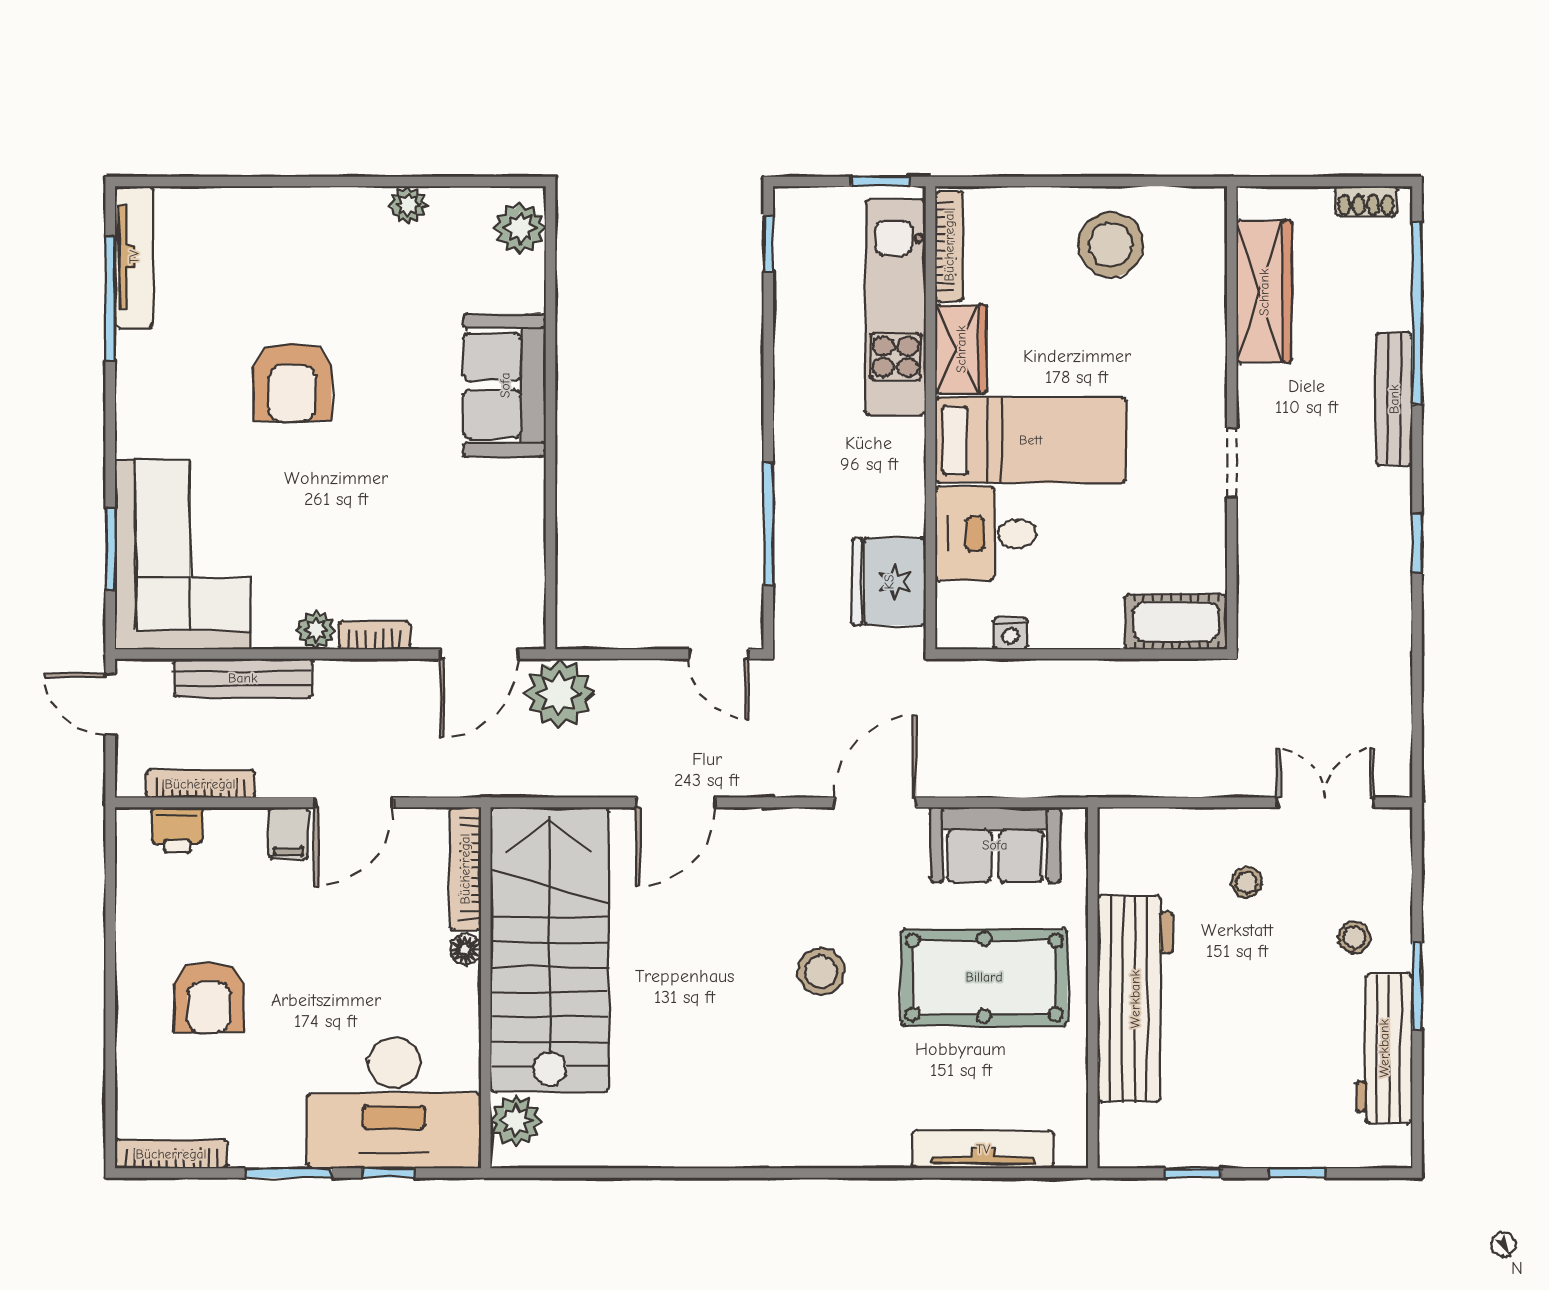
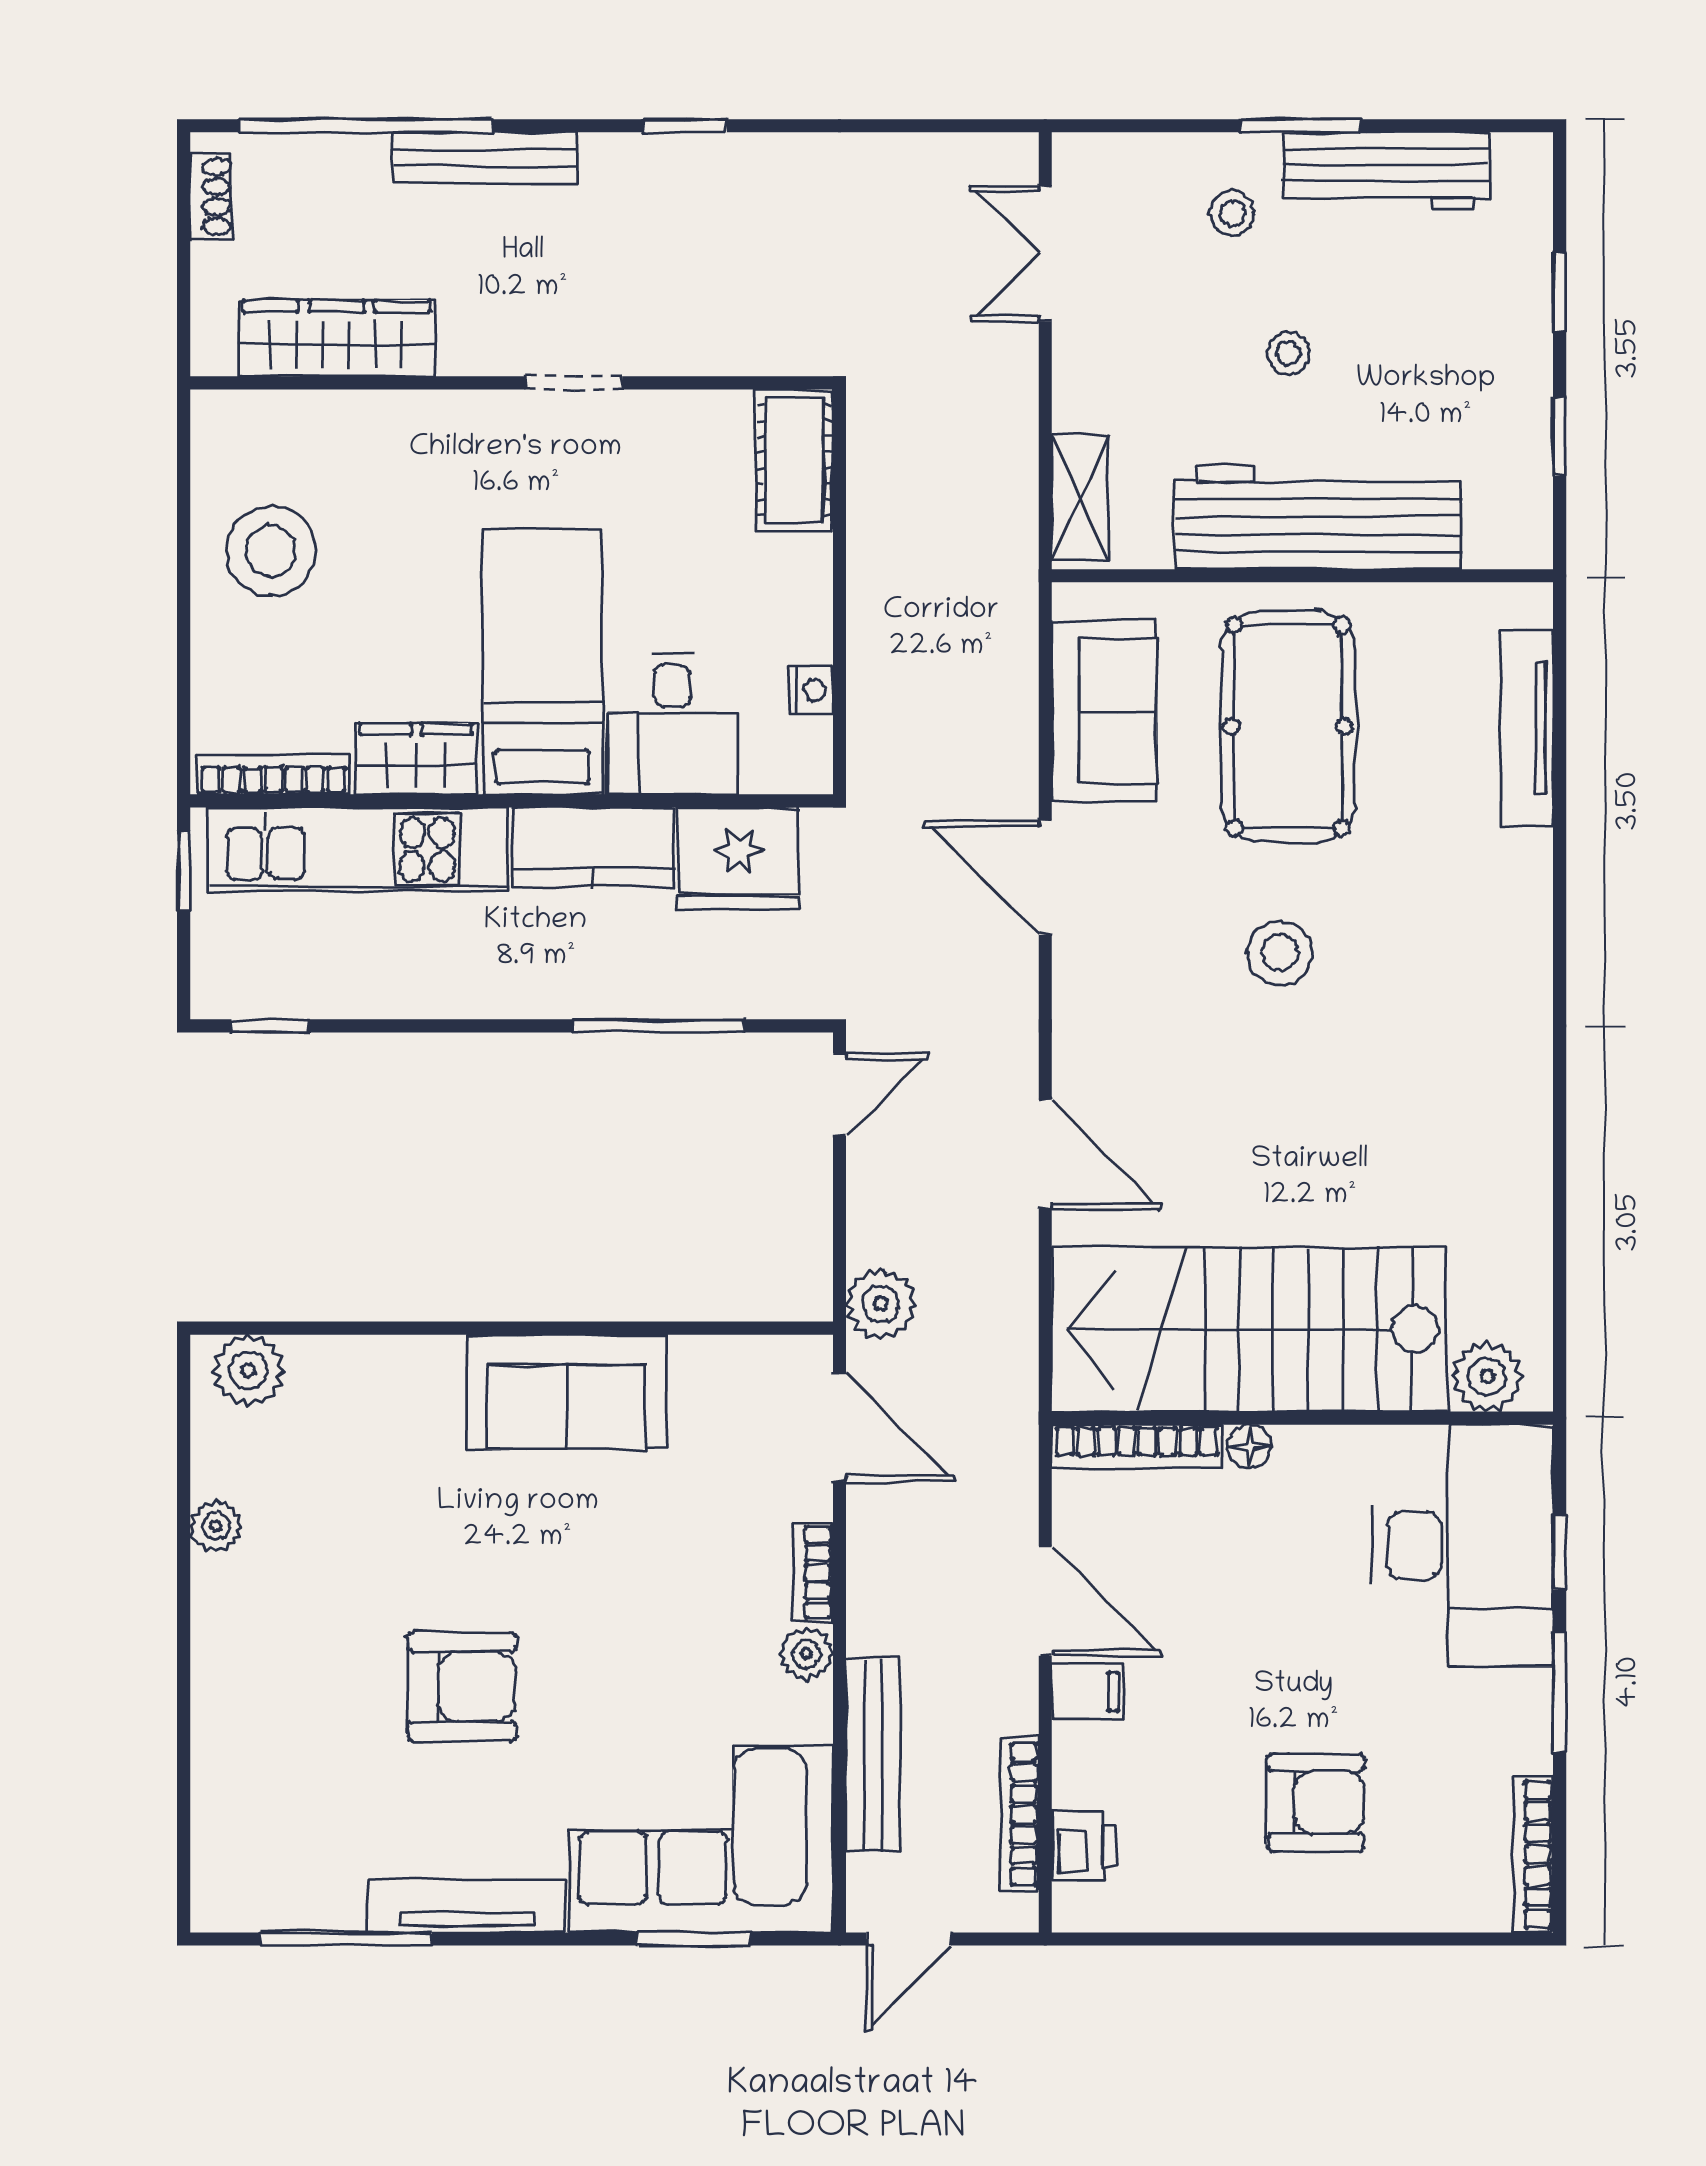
tv unit: (134, 257) -> (466, 1906), moved
sofa: (505, 385) -> (567, 1392), moved
kitchen counter: (897, 476) -> (593, 847), added
plant: (559, 693) -> (881, 1304), width x0.73, depth x0.73
shelving: (1149, 827) -> (1080, 498), added
stool: (1247, 882) -> (1288, 353), moved

